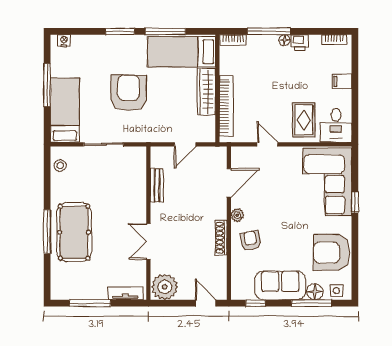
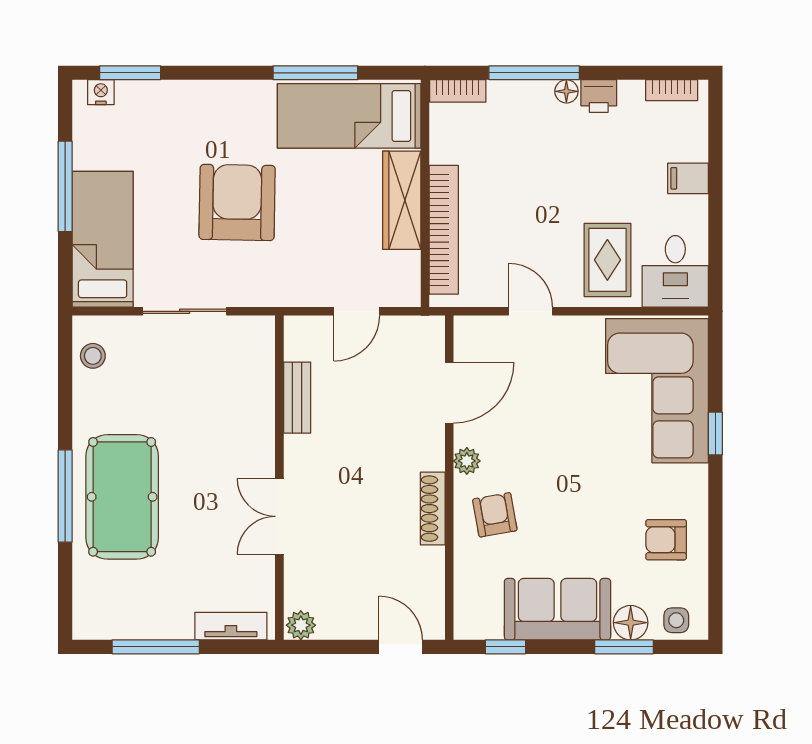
window: (120, 31) -> (130, 73), moved
armchair: (332, 252) -> (666, 540), width x0.53, depth x0.53
plant: (165, 287) -> (301, 625), width x0.53, depth x0.53
window: (312, 303) -> (624, 647), width x0.69

